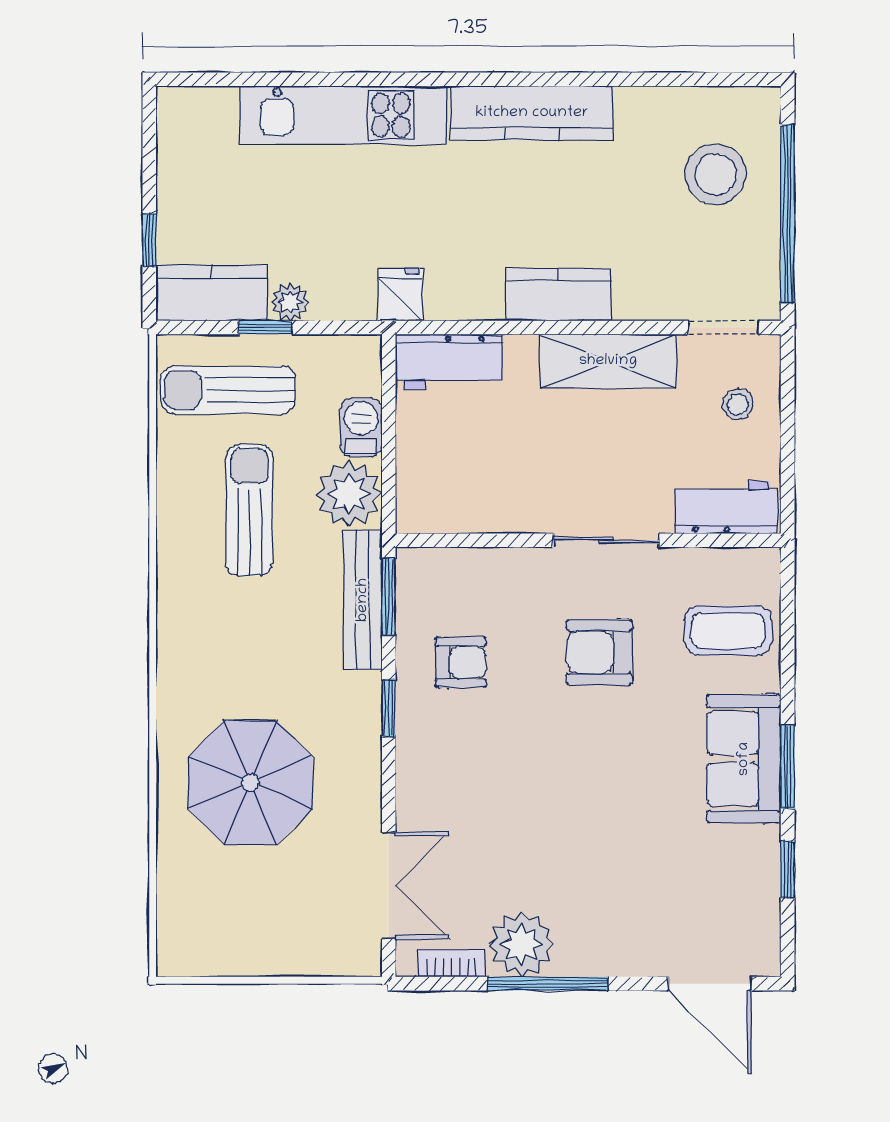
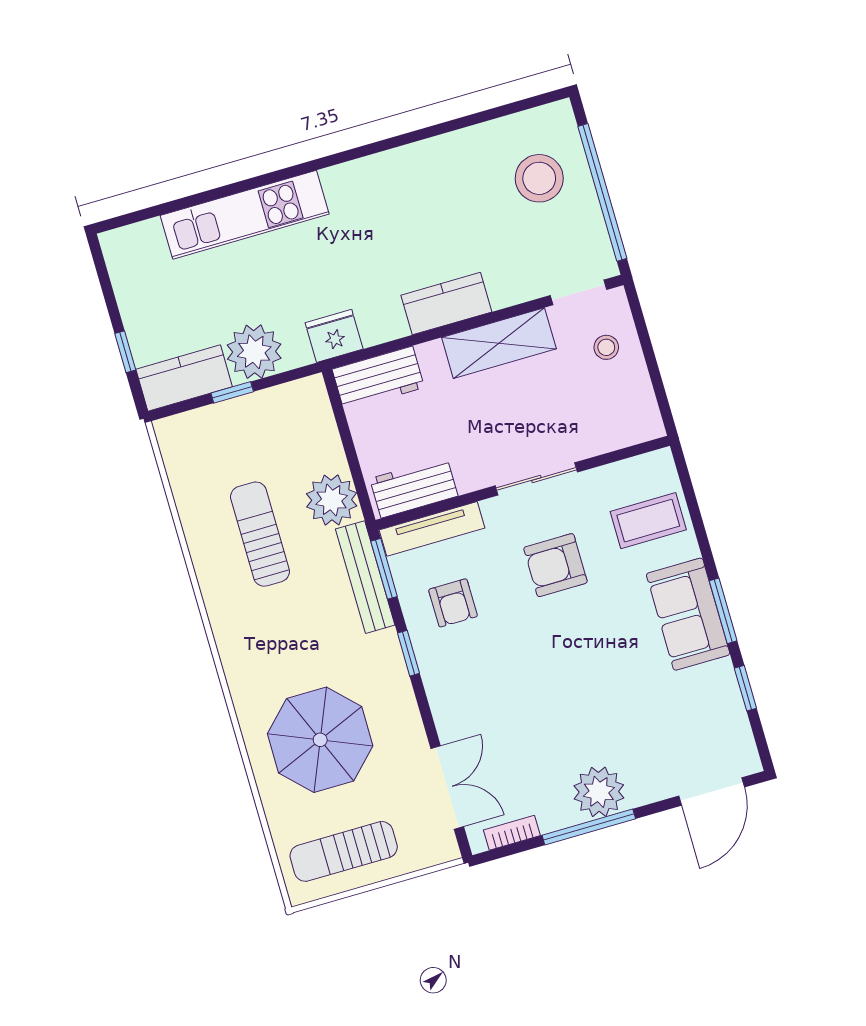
kitchen counter: (532, 113) -> (387, 172), removed
fridge: (401, 294) -> (334, 336), width x1.38
plant: (290, 302) -> (254, 352), width x1.88, depth x1.88
sun lounger: (228, 390) -> (344, 851), moved
barbecue: (361, 428) -> (326, 447), removed
workbench: (726, 507) -> (414, 487), moved
tv unit: (461, 565) -> (432, 529), added
armchair: (461, 662) -> (453, 603), turned 90
plant: (522, 944) -> (599, 792), moved
door: (710, 984) -> (712, 792), hinge flipped

